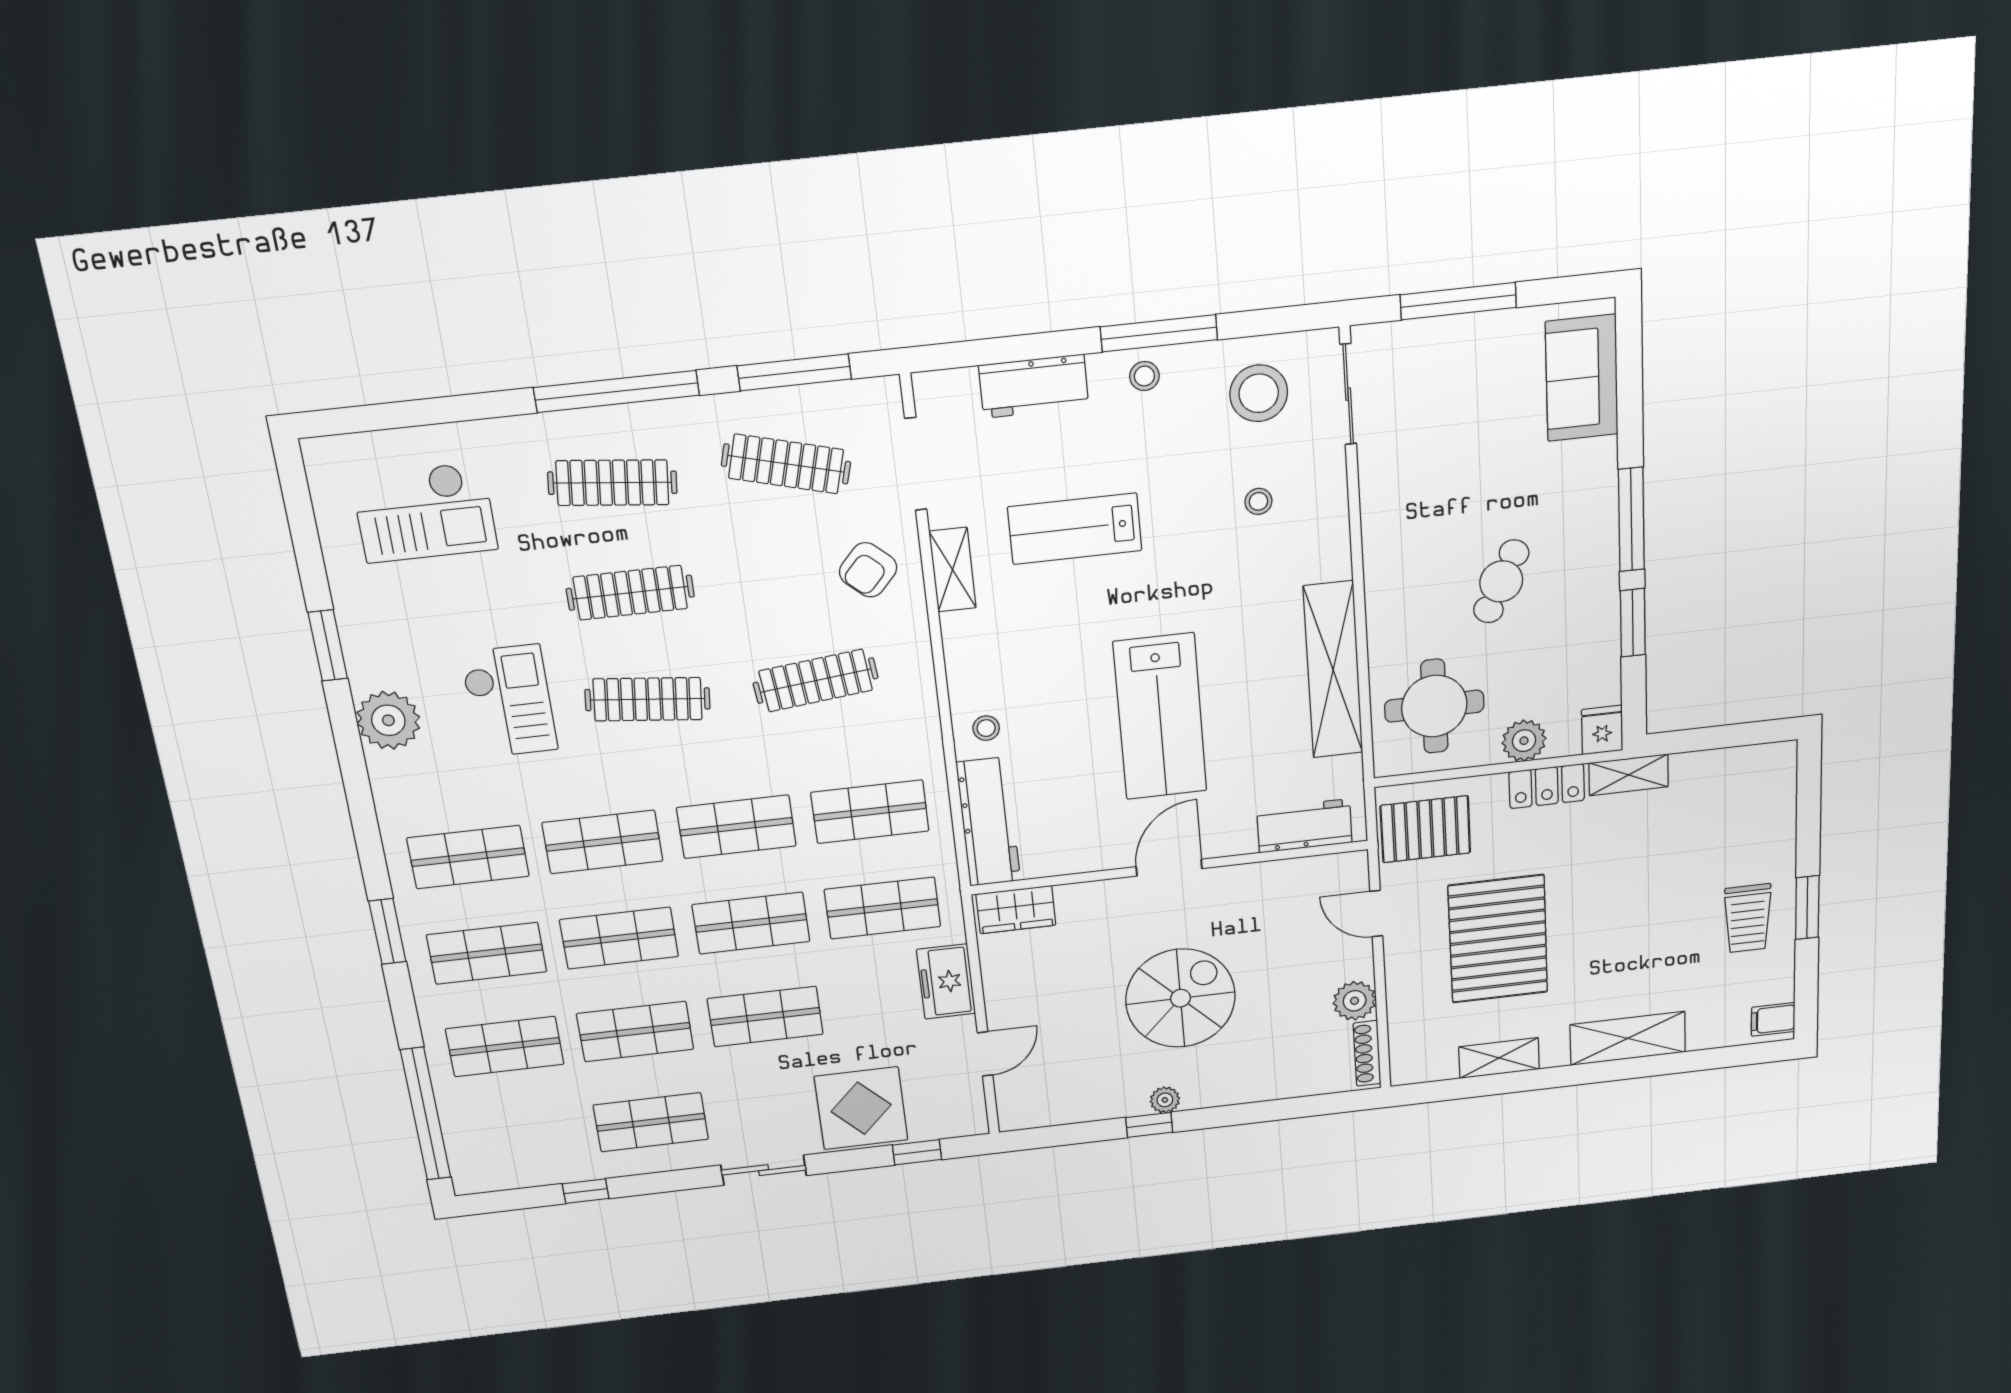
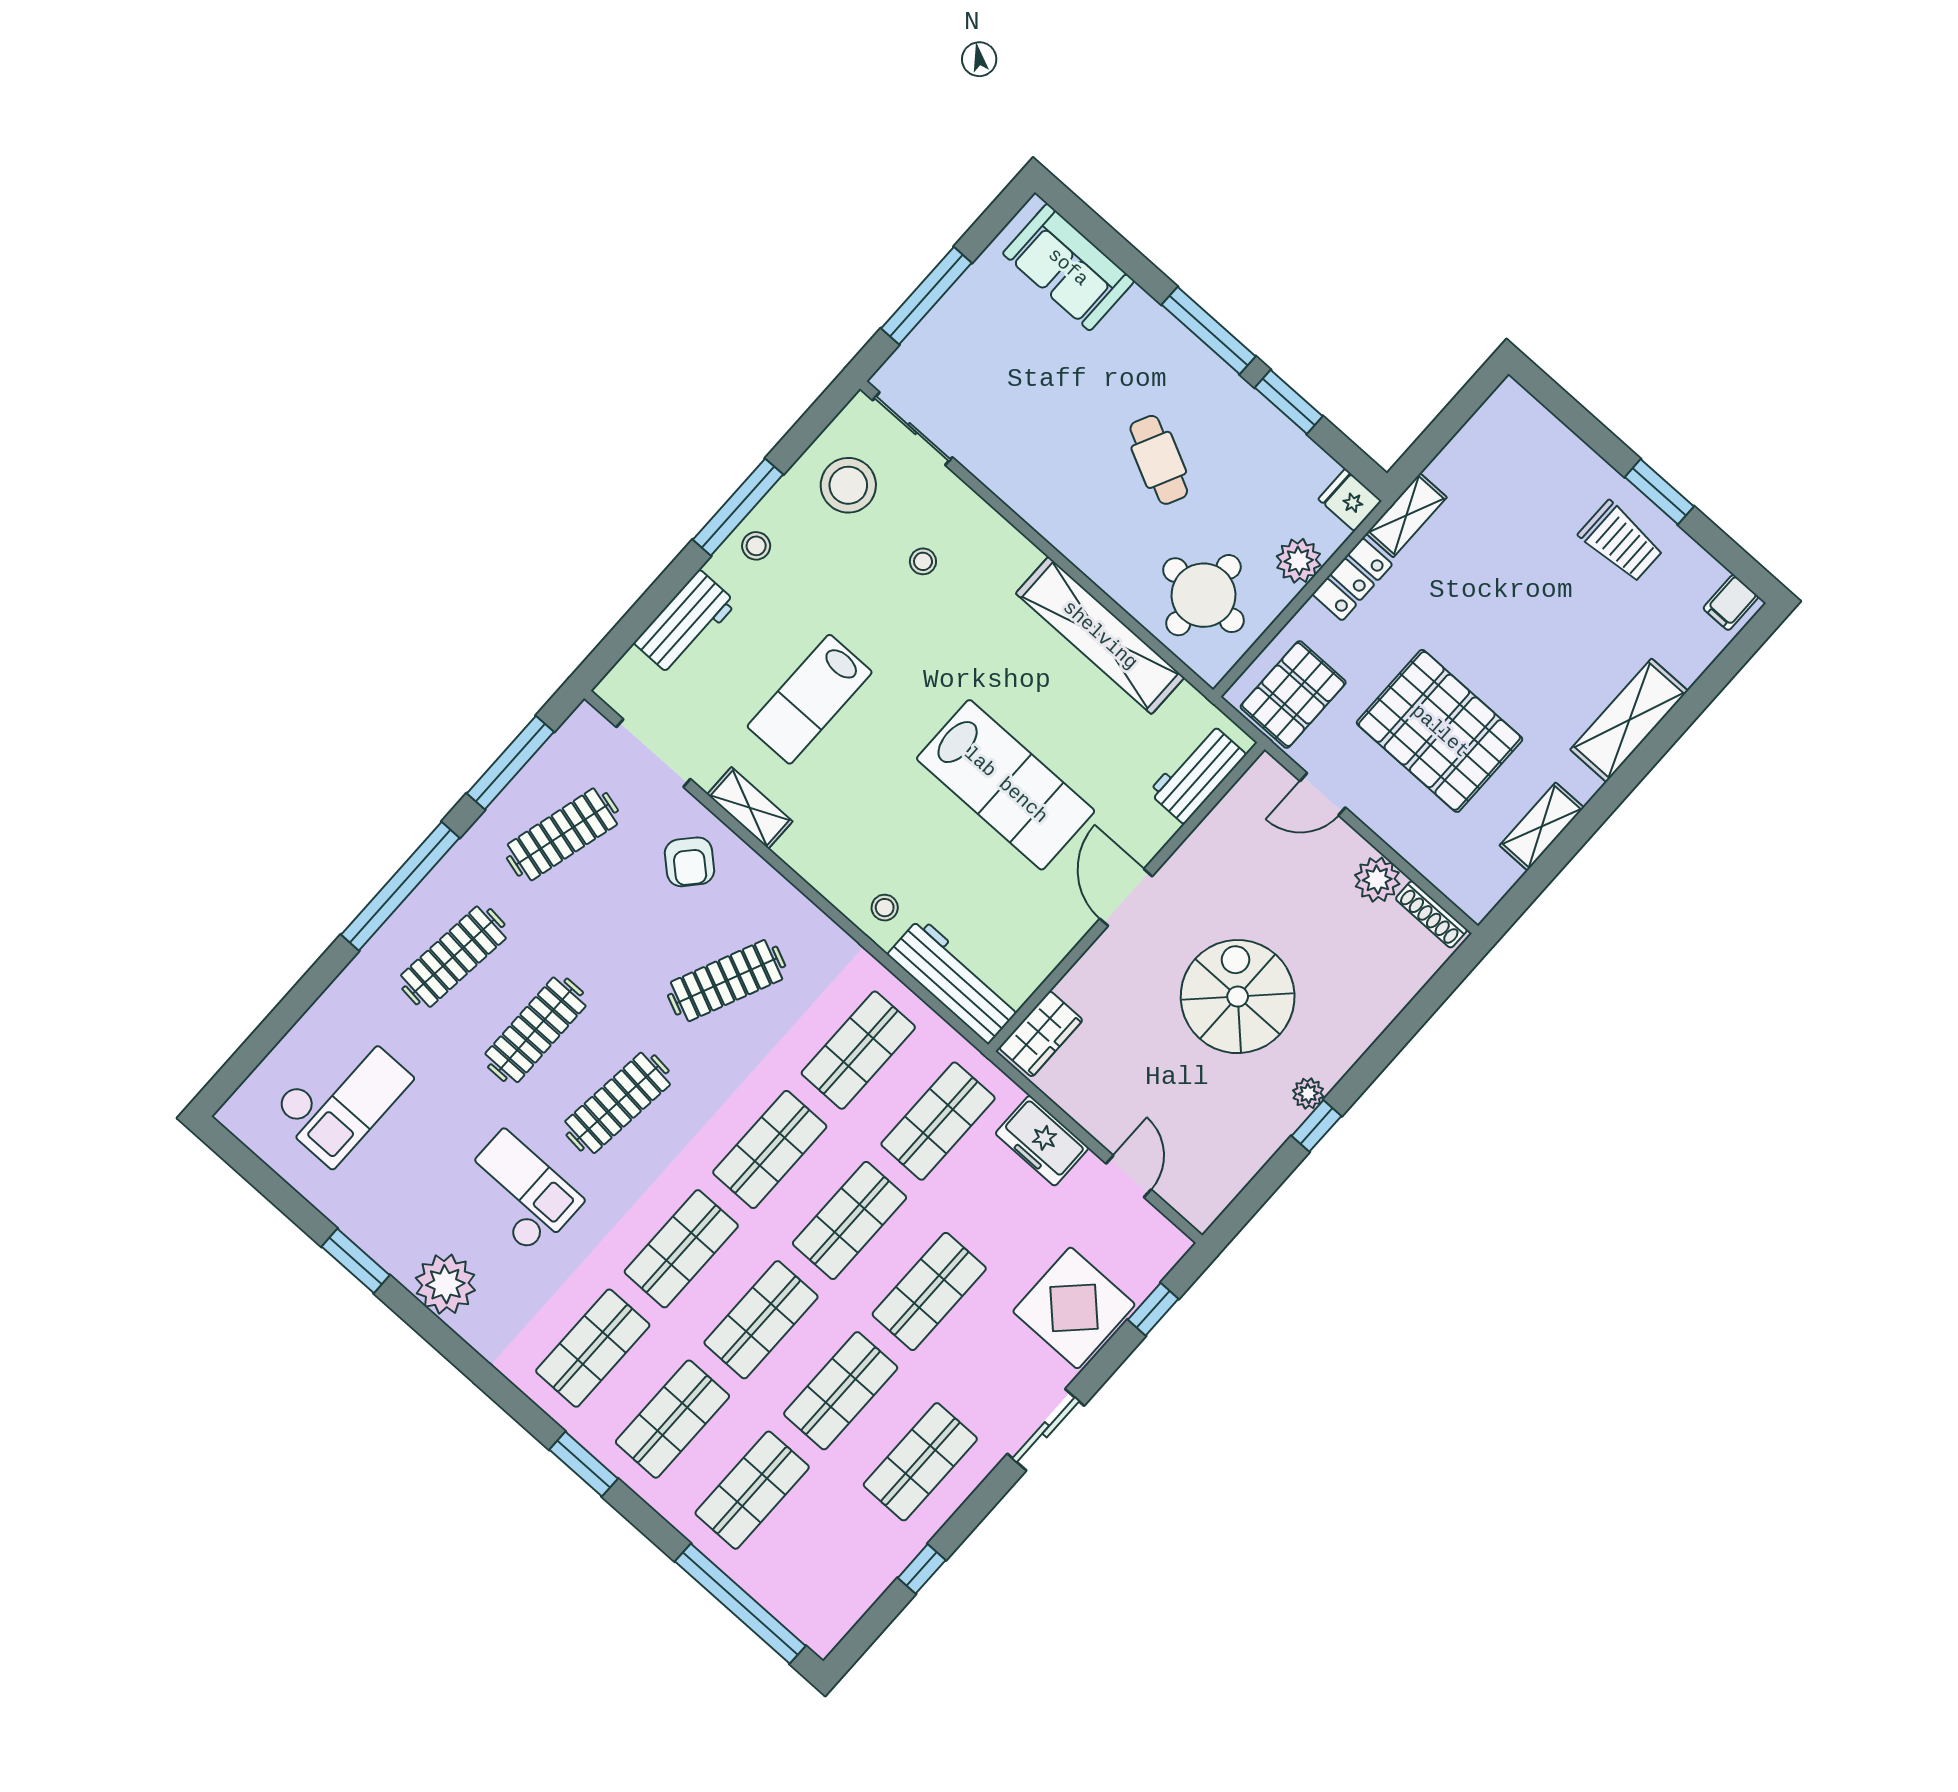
clothes rail: (816, 681) -> (727, 981), turned 30

